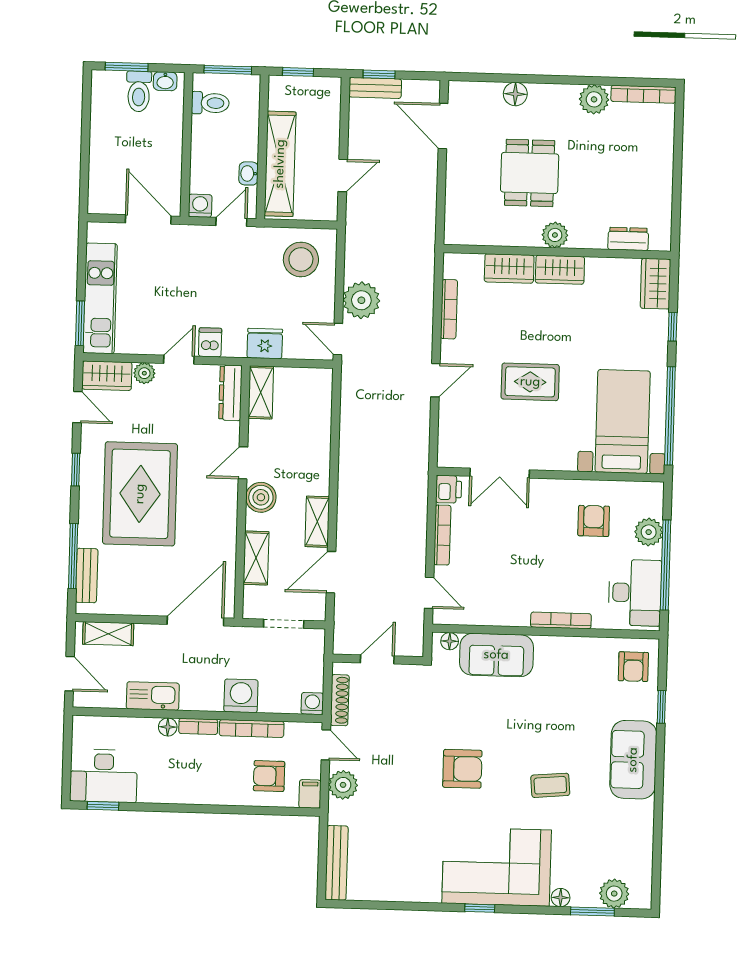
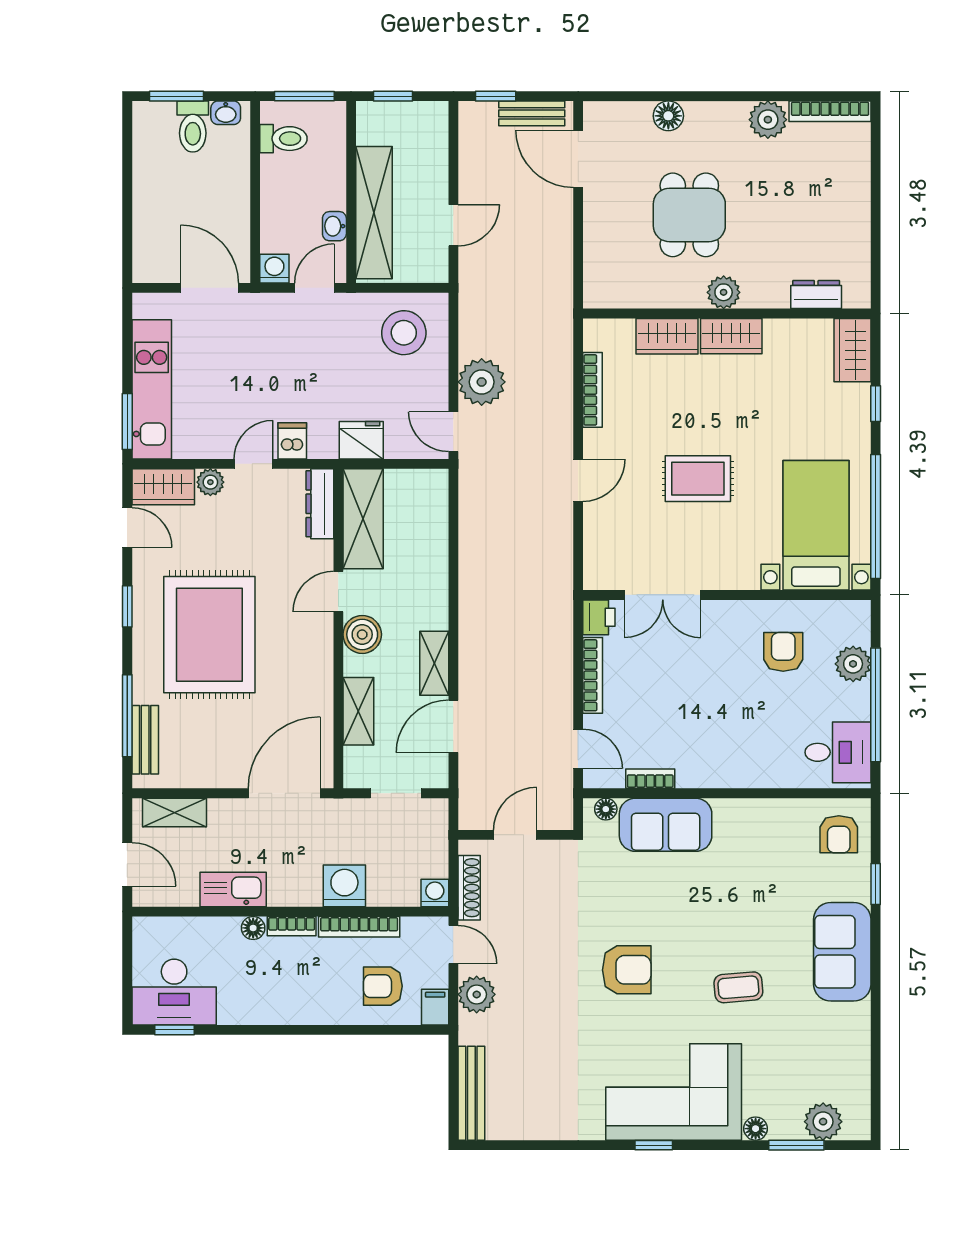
bench: (375, 88) -> (532, 113), moved
shelving: (261, 392) -> (363, 519), width x1.50, depth x1.33
desk: (635, 593) -> (838, 752), width x0.73
bookcase: (561, 620) -> (650, 779), moved, width x0.64

